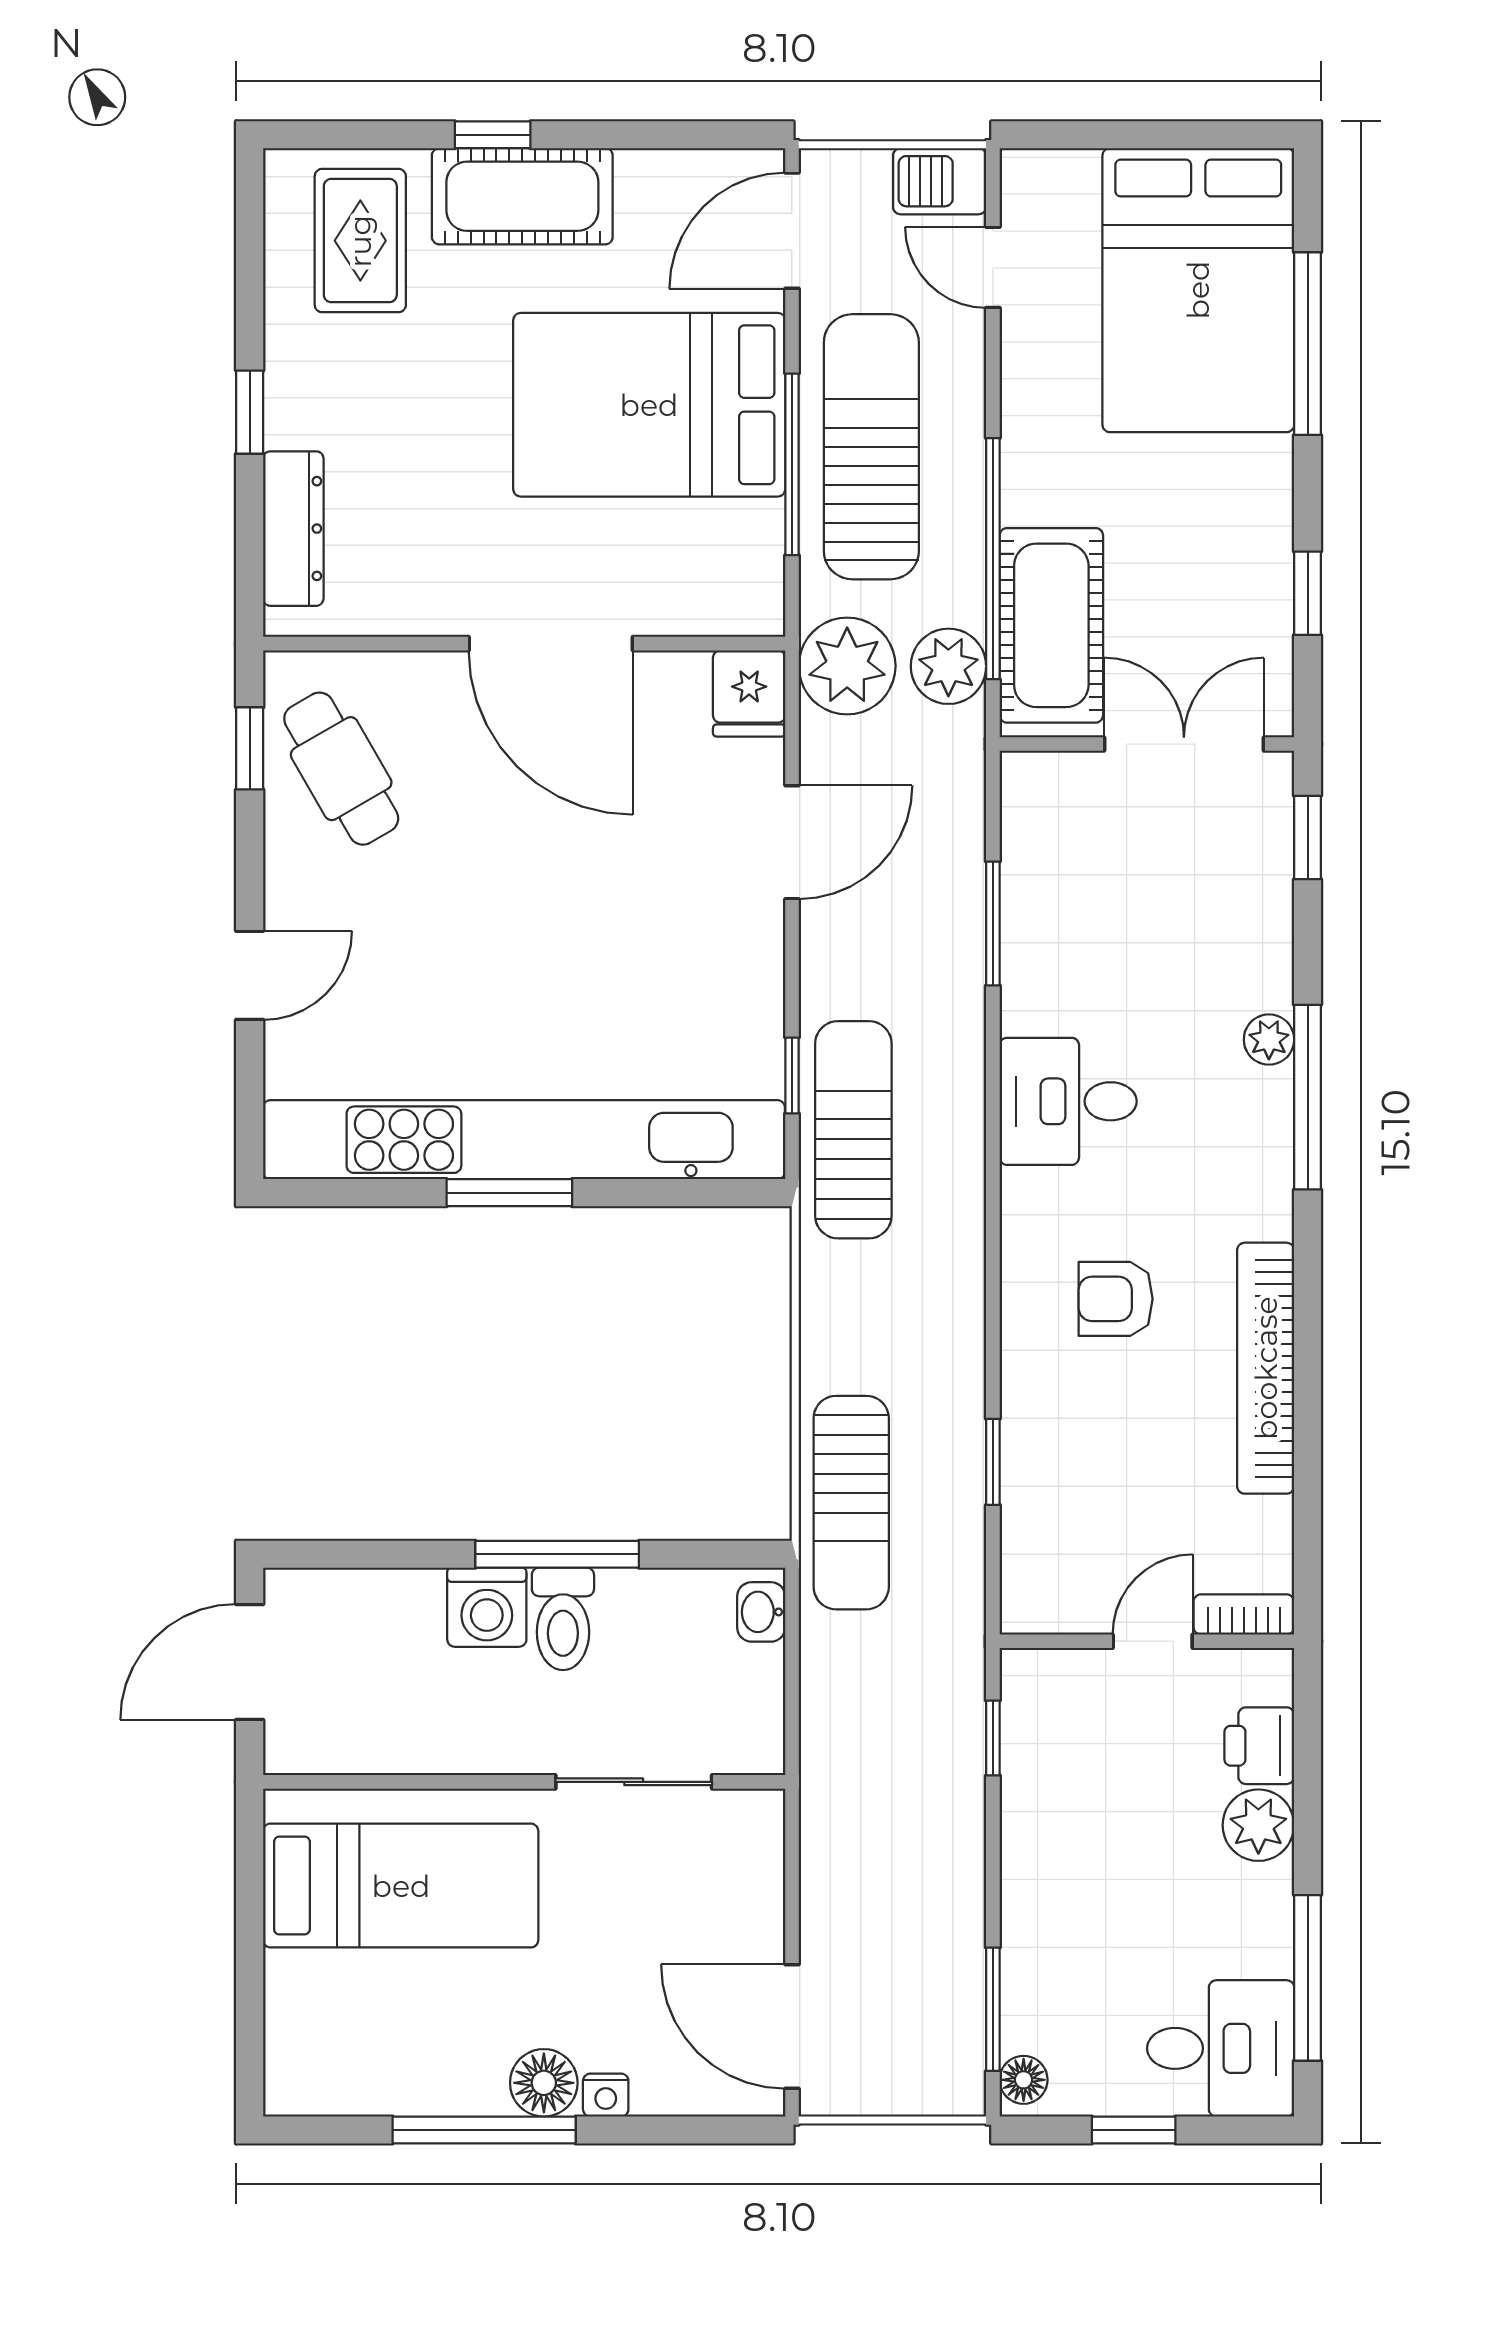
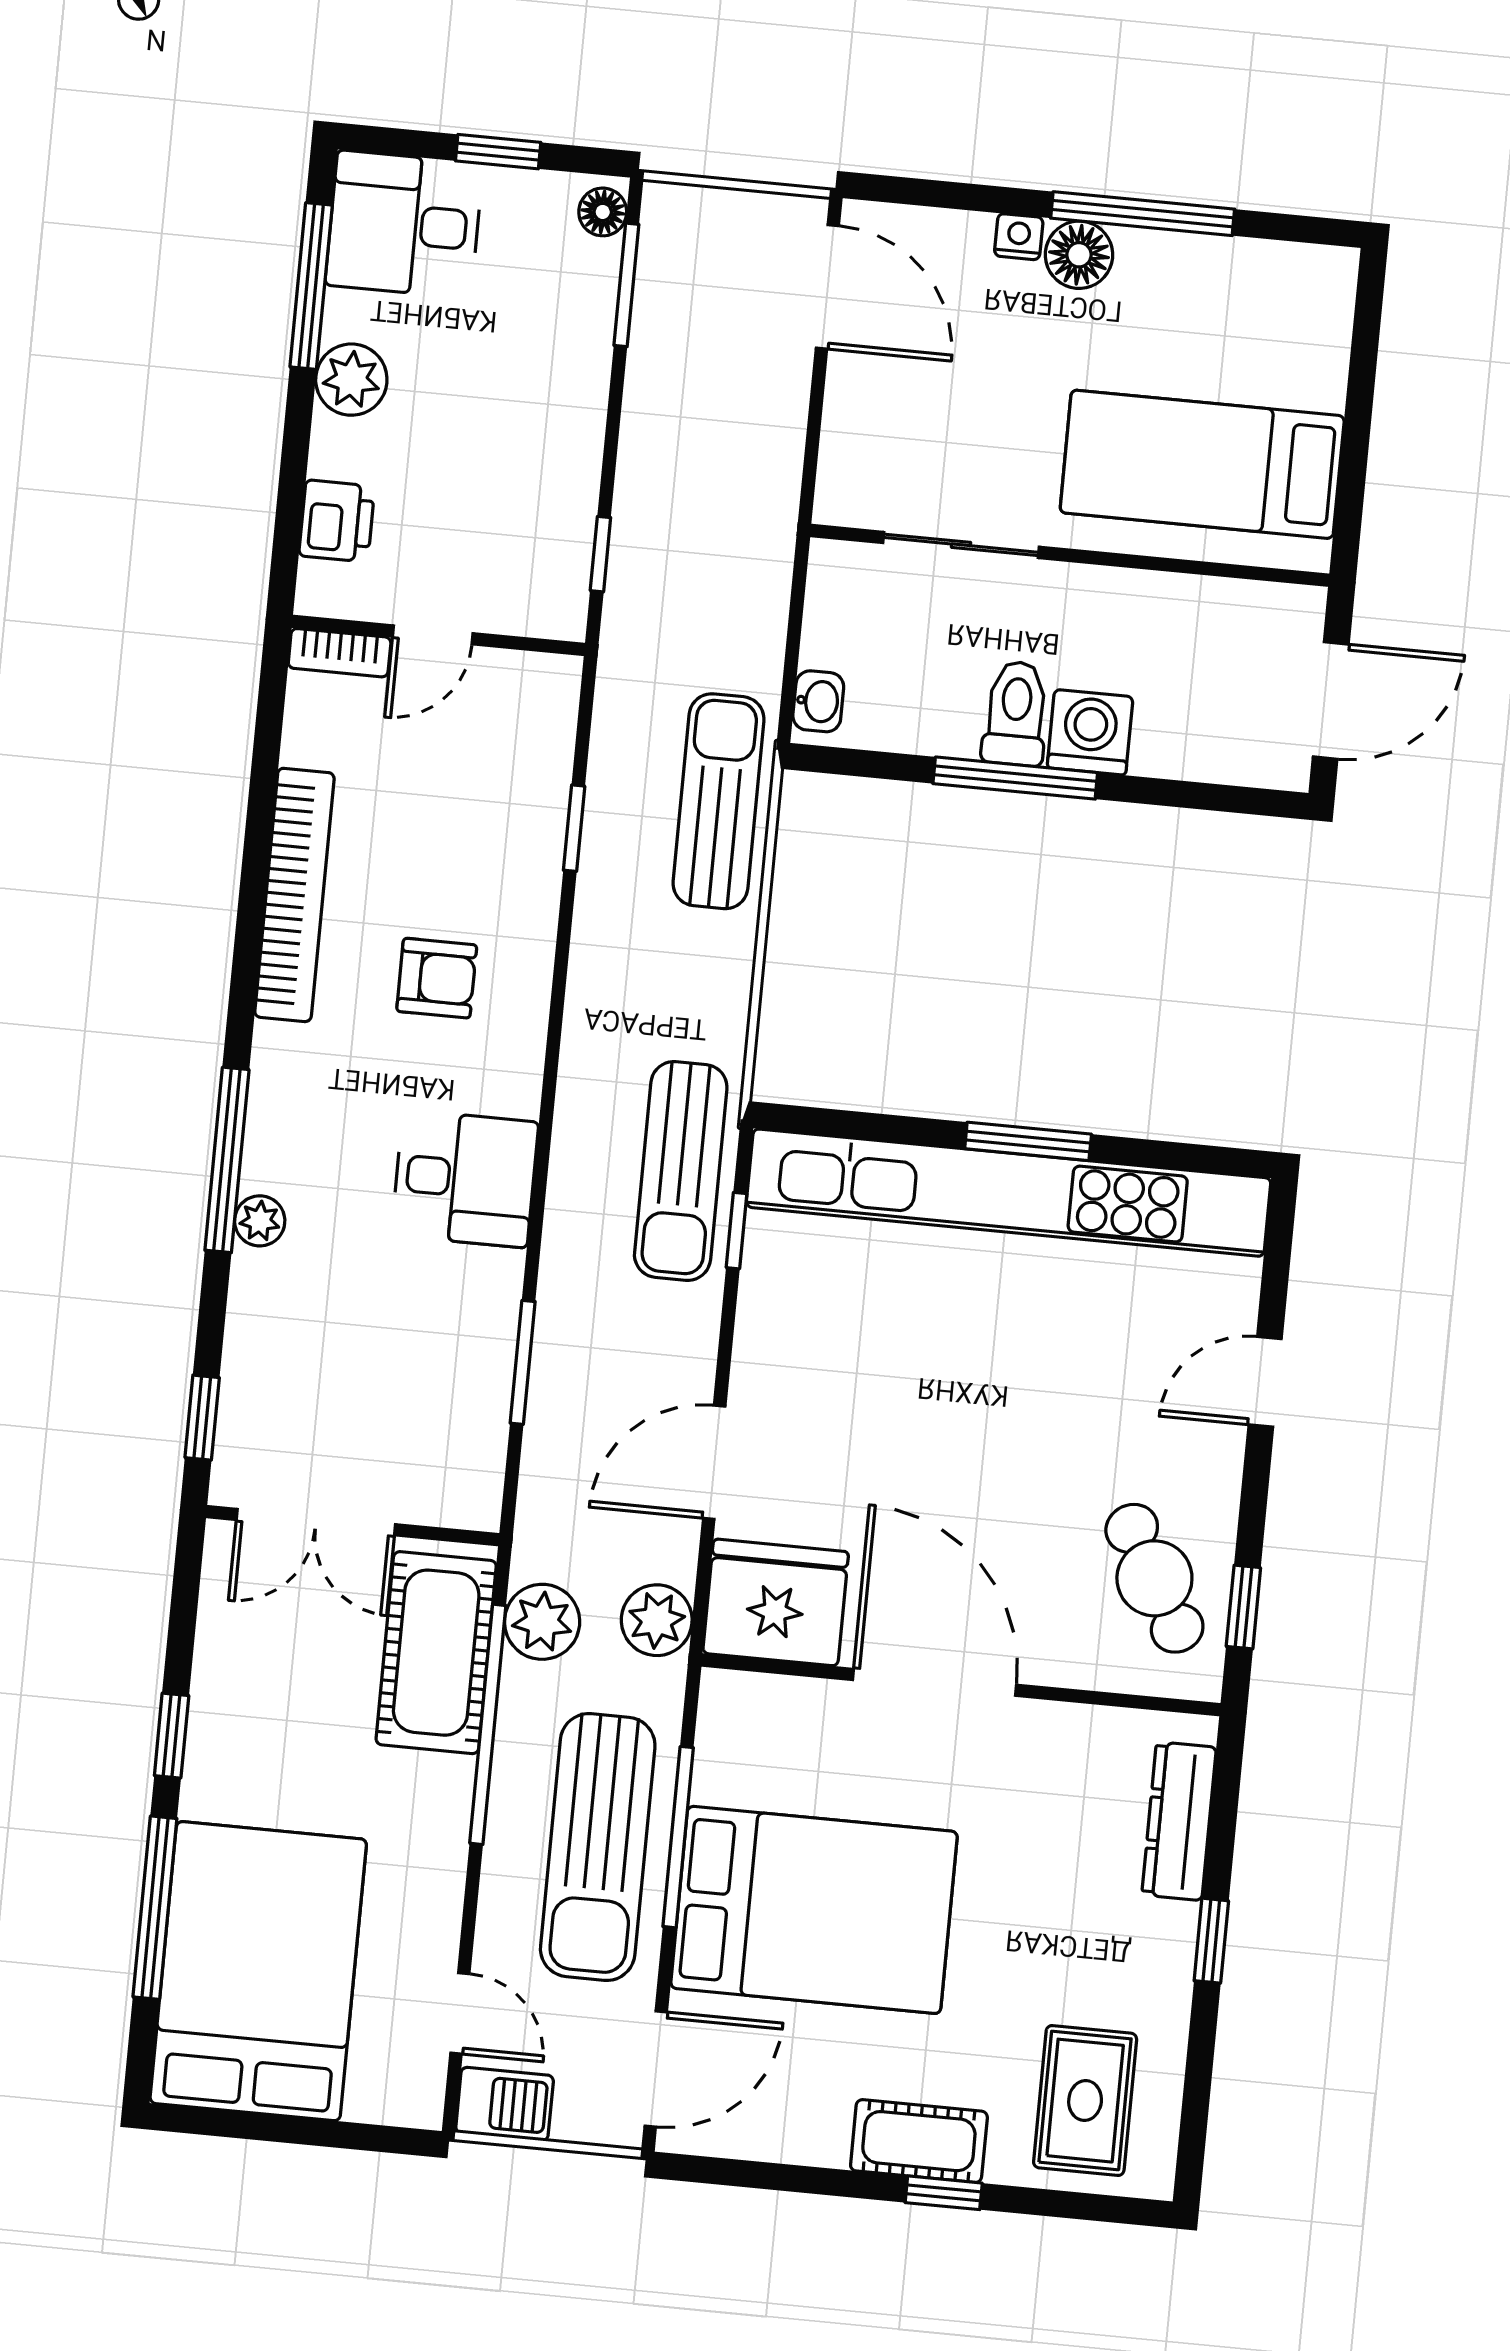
cot: (522, 196) -> (919, 2141), width x0.73, depth x0.75
window: (1308, 593) -> (172, 1736), moved
plant: (847, 666) -> (657, 1620), width x0.73, depth x0.73
fridge: (749, 693) -> (776, 1603), width x1.88, depth x1.34
plant: (1258, 1825) -> (351, 380), moved

